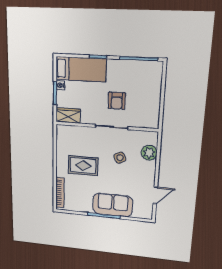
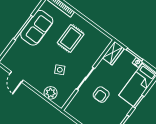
armchair: (117, 101) -> (101, 95), turned -90
sofa: (113, 205) -> (37, 28), moved

